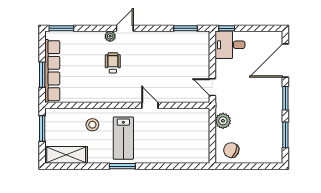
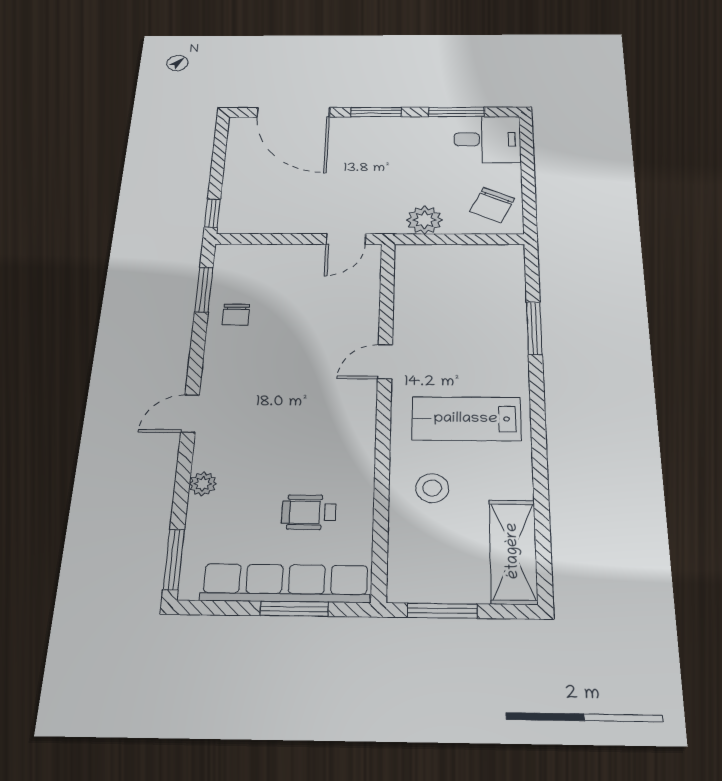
door: (125, 28) -> (190, 414), hinge flipped
plant: (110, 36) -> (203, 484), moved
chair: (173, 43) -> (236, 315), added
desk: (230, 45) -> (487, 139), moved, turned -90
wheelchair: (113, 63) -> (309, 512), moved
lab bench: (123, 138) -> (466, 419), turned 180
window: (122, 166) -> (534, 328), moved

